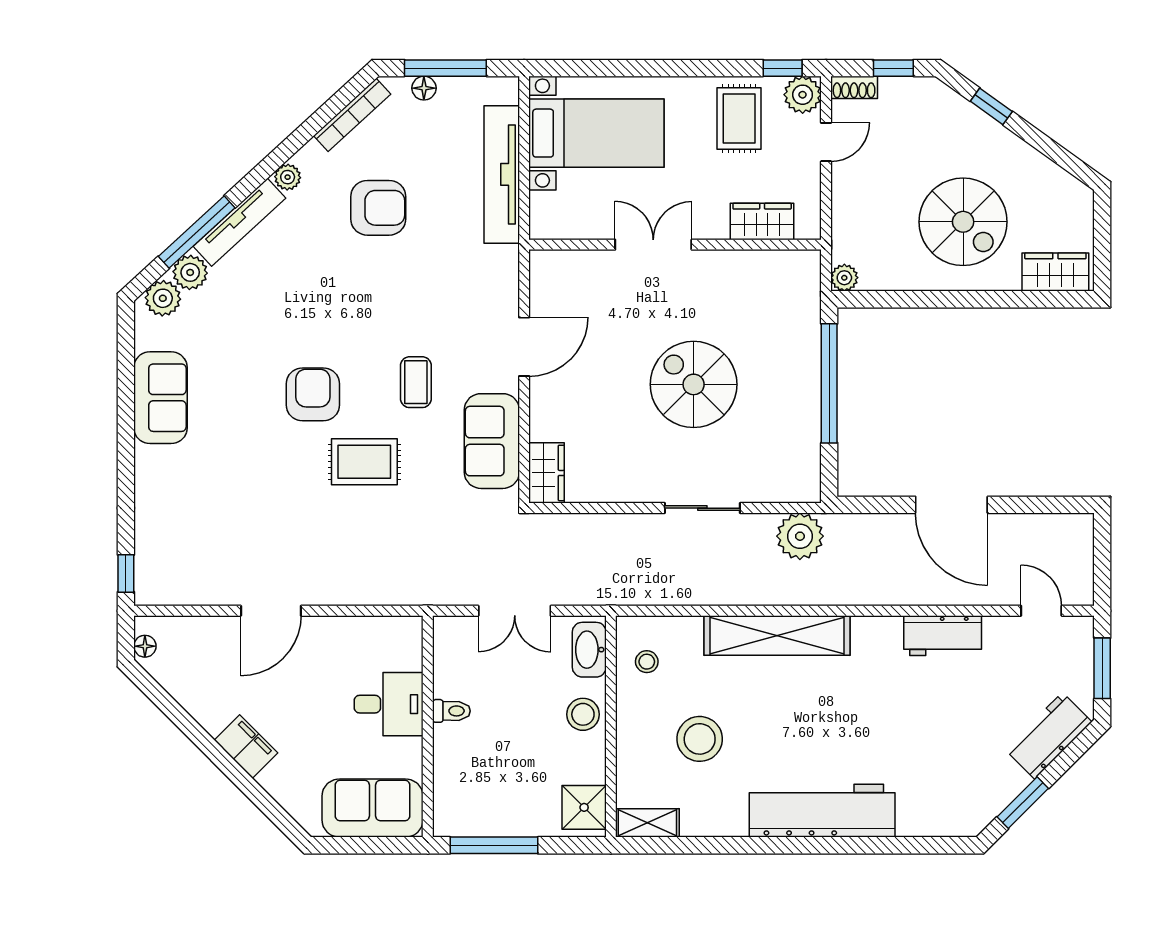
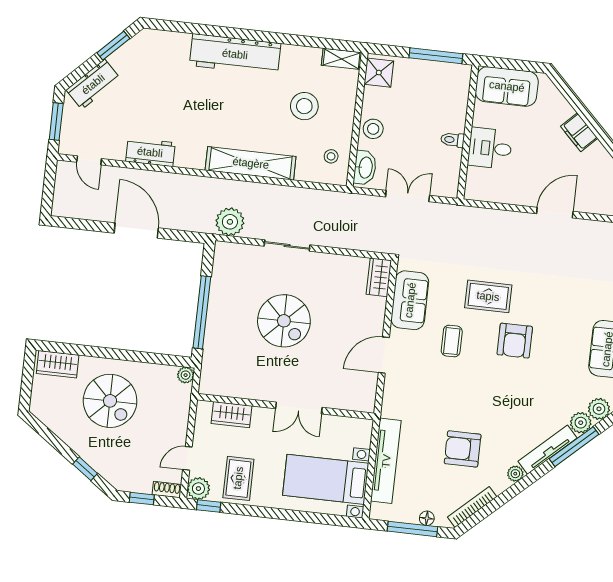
spiral stairs: (963, 222) -> (110, 401), turned 180

